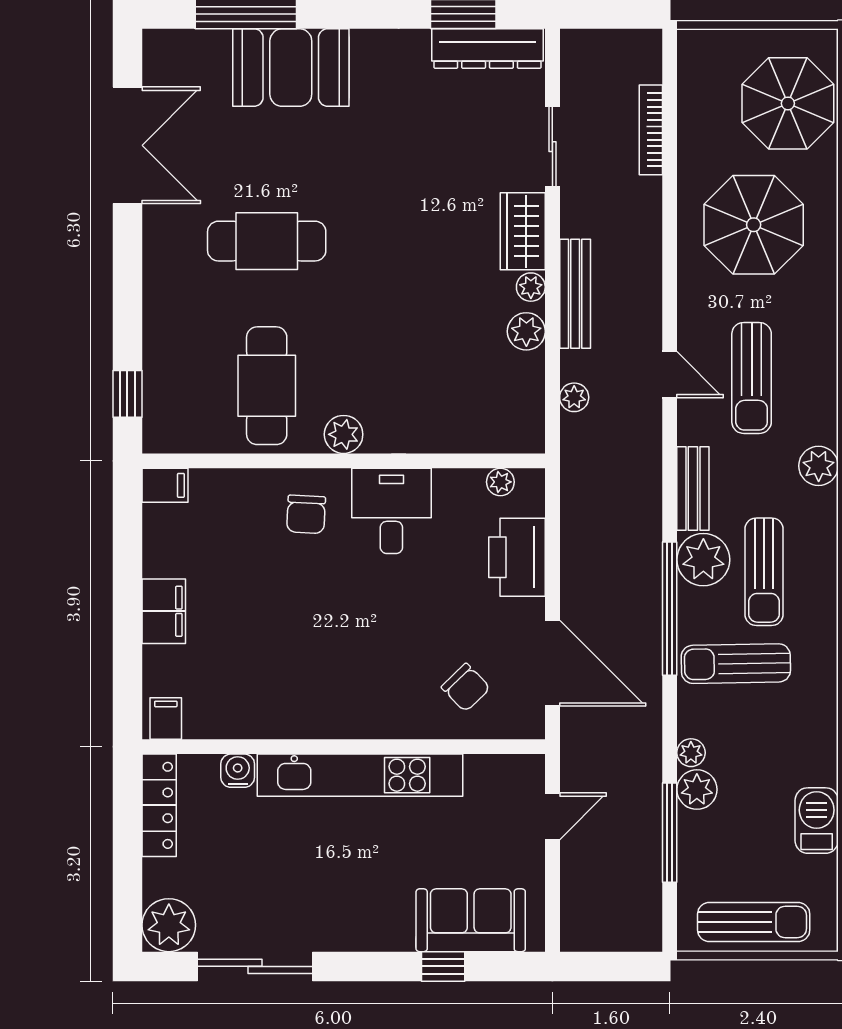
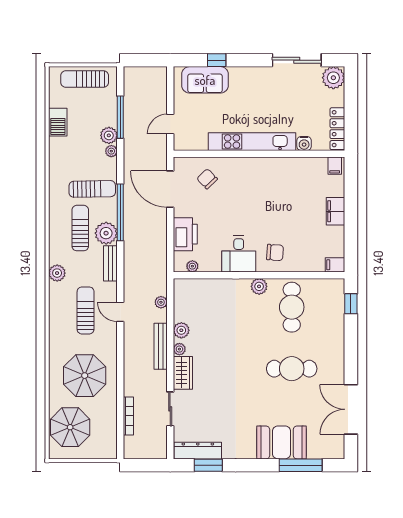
chair: (306, 514) -> (275, 252), turned 91

